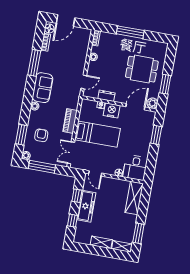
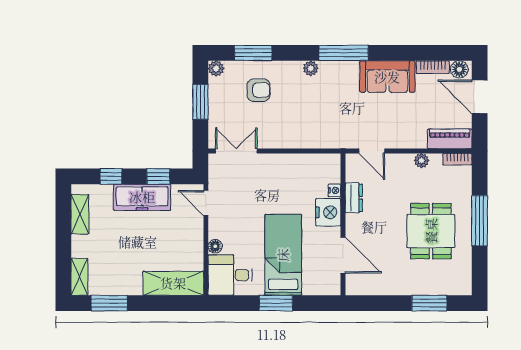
window: (34, 63) -> (344, 53), moved
dining table: (142, 69) -> (431, 231), moved
window: (165, 84) -> (429, 303), moved
sofa: (43, 88) -> (387, 77), moved
plant: (152, 103) -> (355, 285), removed
piano: (70, 121) -> (450, 139), moved
bed: (97, 134) -> (283, 255), moved, turned 180
window: (156, 135) -> (276, 303), moved
window: (42, 167) -> (200, 102), width x0.69
door: (95, 173) -> (206, 203), hinge flipped
shelving: (101, 242) -> (80, 214), moved

